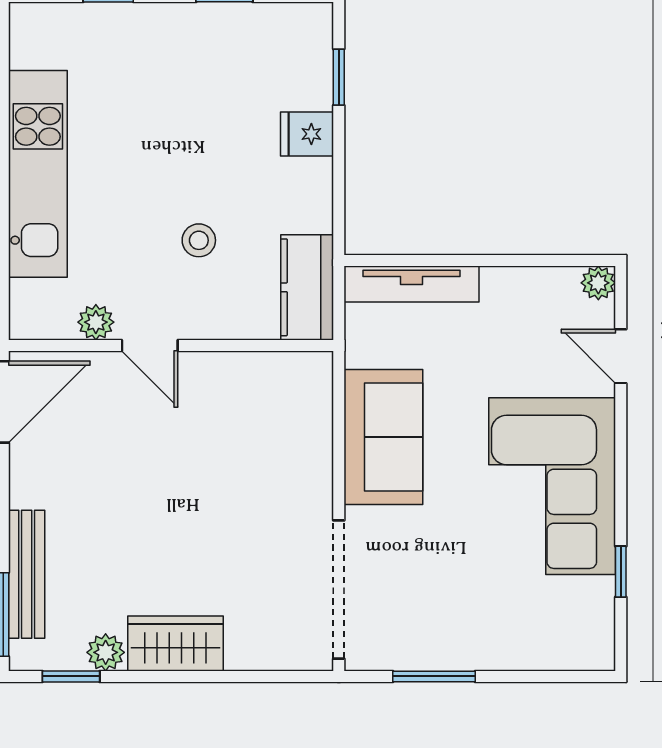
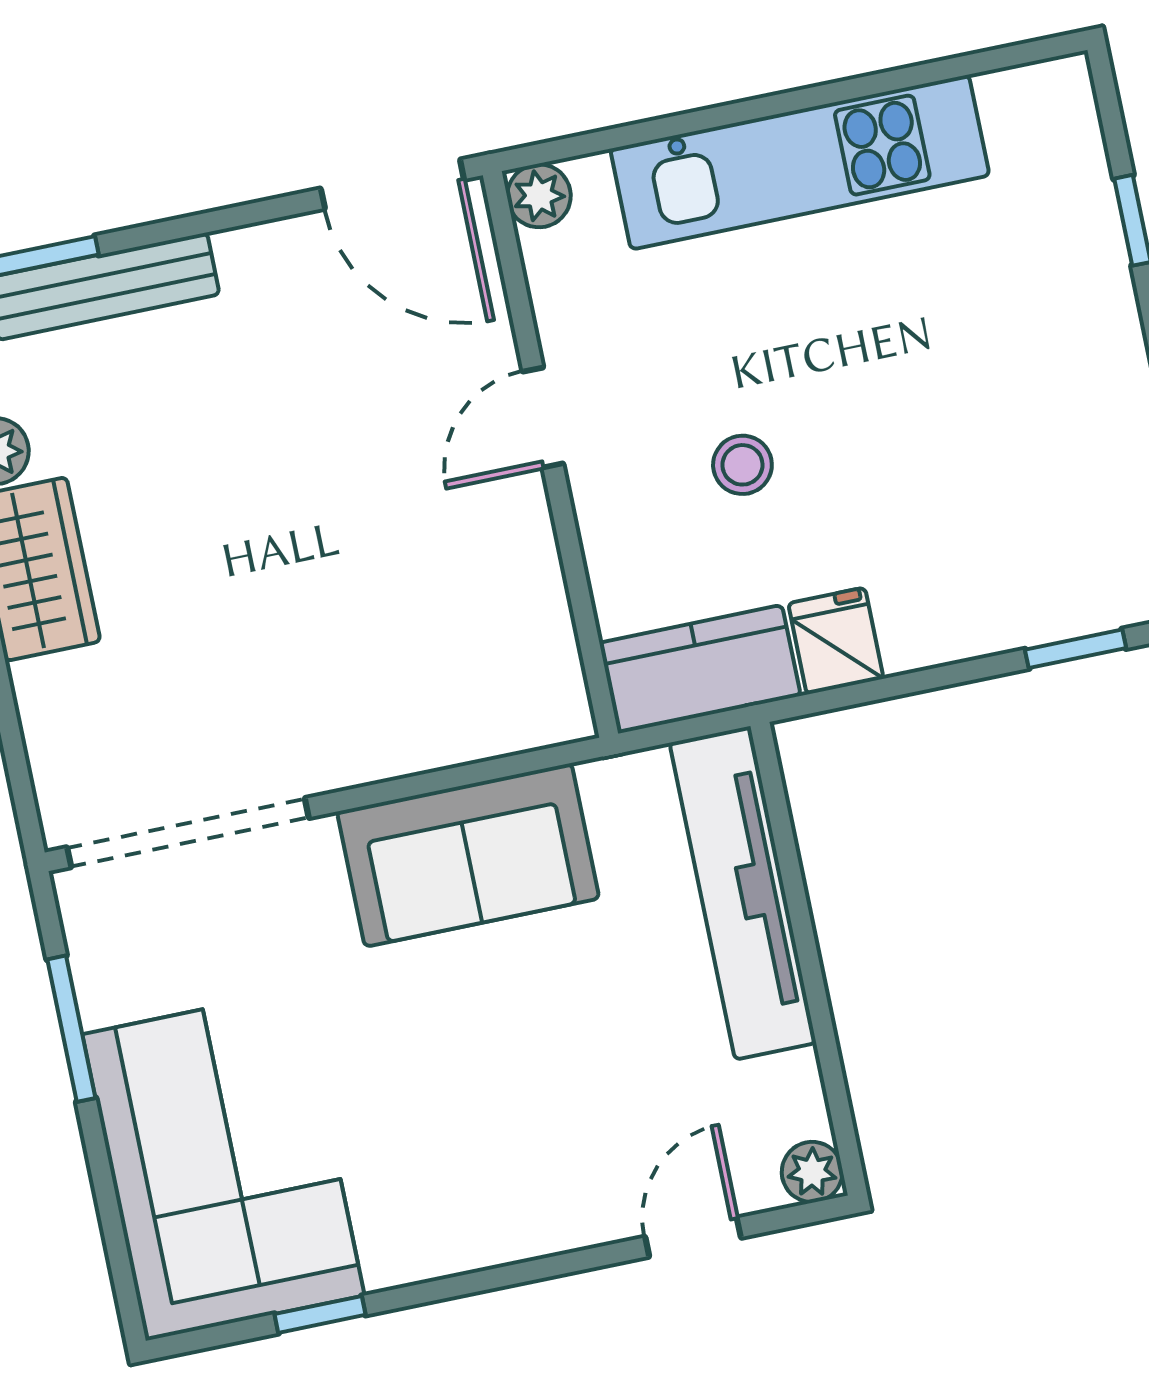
fridge: (307, 134) -> (836, 641), moved
tv unit: (412, 284) -> (743, 893), width x1.36, depth x1.29
plant: (96, 322) -> (539, 196), moved
corner sofa: (552, 486) -> (223, 1165), moved, turned 90

